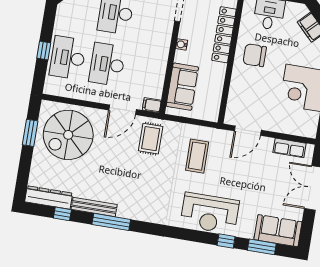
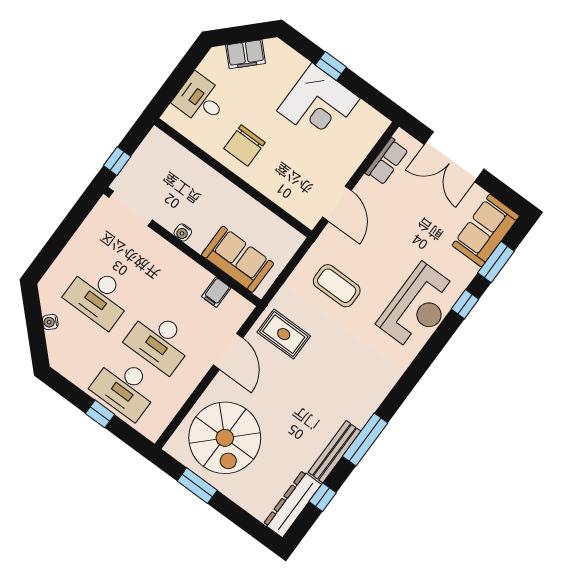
locker: (224, 35) -> (198, 172), removed
filing cabinet: (152, 105) -> (216, 292), moved

